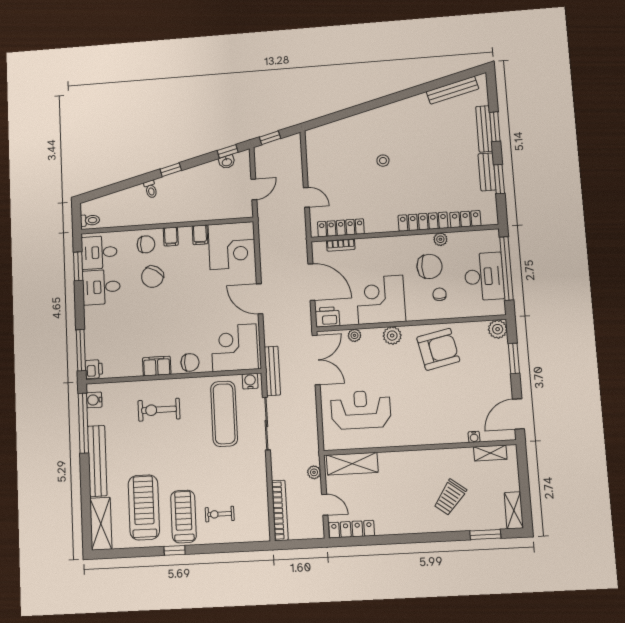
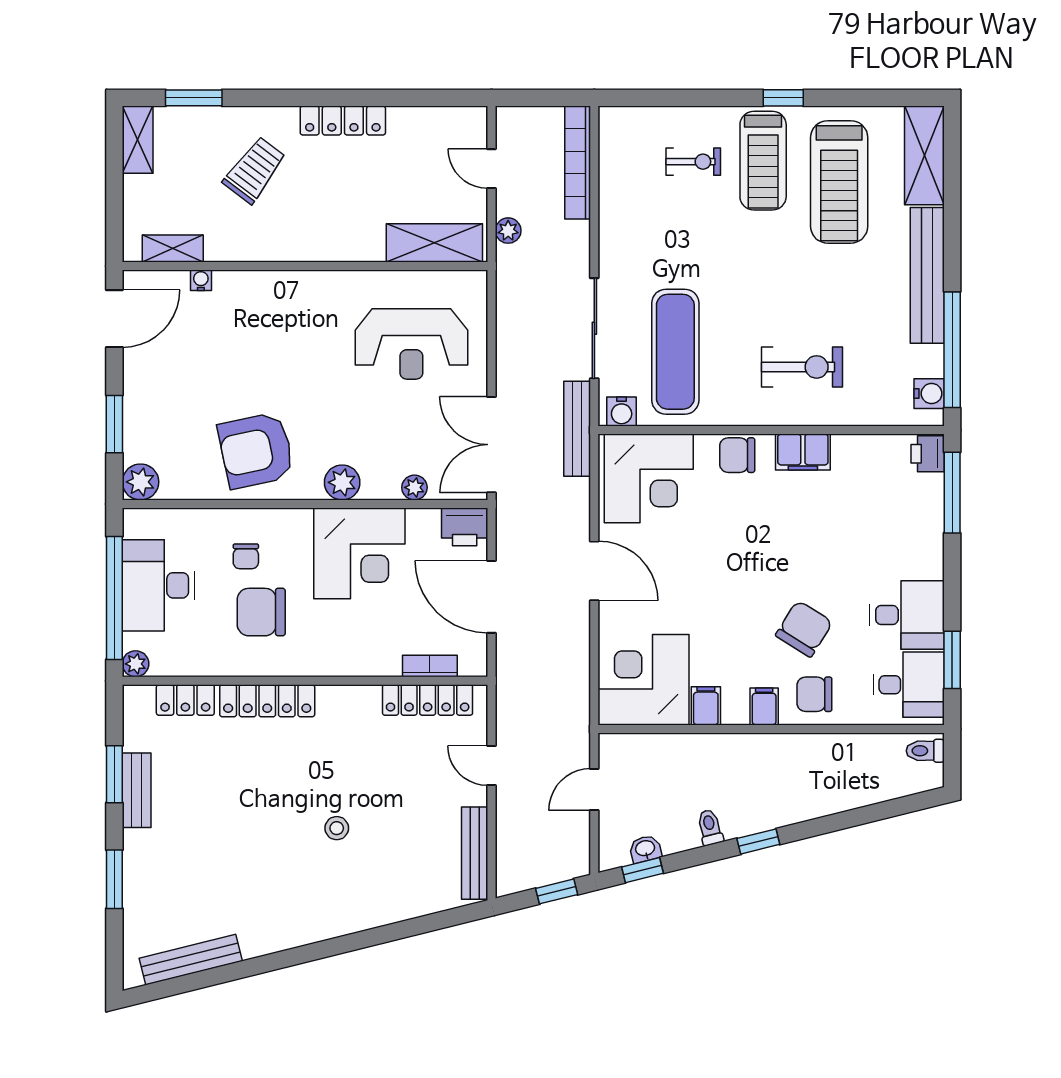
bench: (484, 129) -> (475, 853), moved
toilet: (151, 189) -> (710, 827), moved
plant: (440, 239) -> (136, 664), moved
locker: (352, 529) -> (343, 121), moved

